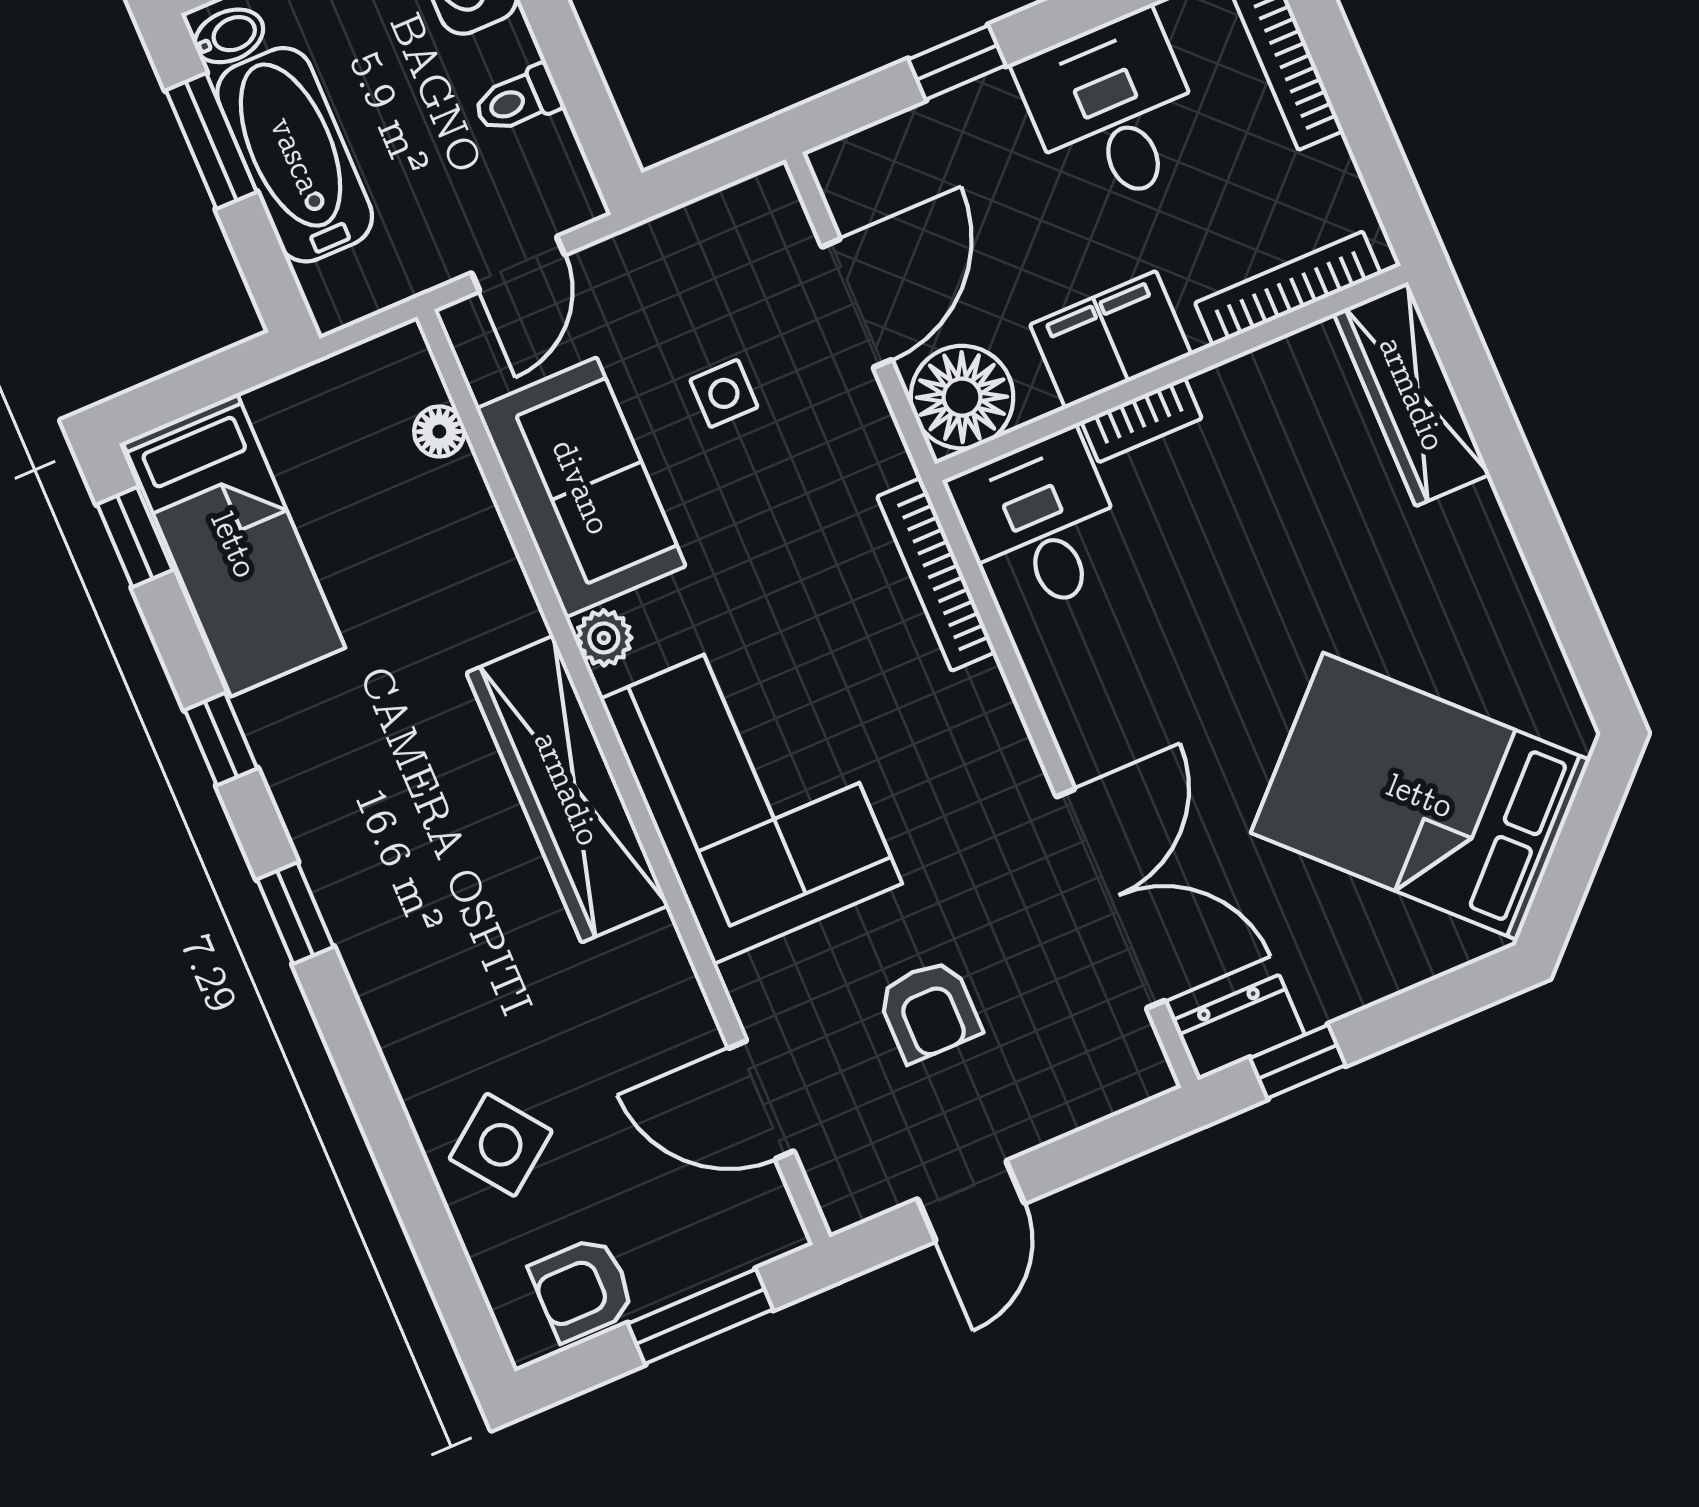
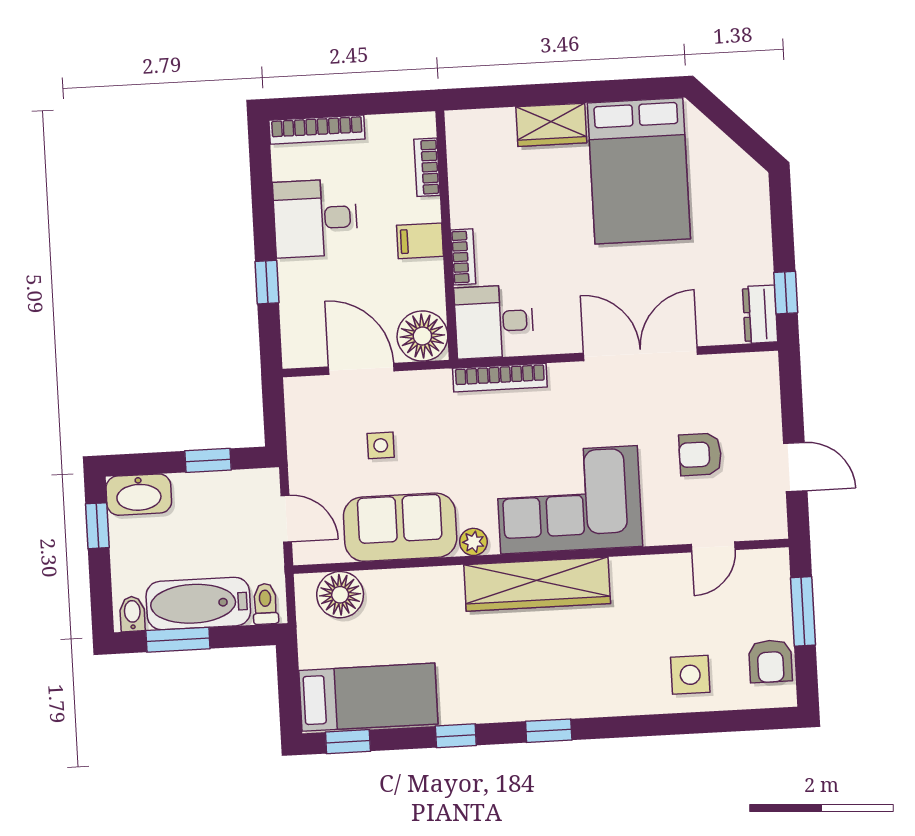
window: (575, 74) -> (208, 460), added
toilet: (518, 100) -> (265, 604), moved, turned 180
bookcase: (1288, 288) -> (427, 167), width x0.64
filing cabinet: (1111, 340) -> (420, 241), width x0.50
wardrobe: (1412, 394) -> (551, 125), moved, width x0.67
floor lamp: (439, 432) -> (340, 595), width x1.89, depth x1.89
bed: (1420, 796) -> (639, 171), moved, turned -45
double door: (1111, 899) -> (641, 354), moved
armchair: (929, 1011) -> (700, 454), turned 180
door: (761, 1100) -> (713, 547), width x0.73
side table: (501, 1145) -> (690, 675), turned 37

